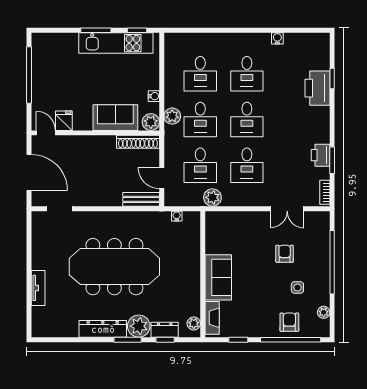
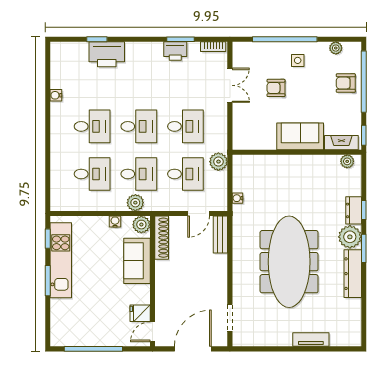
wall: (203, 274) -> (297, 152), moved
sofa: (218, 277) -> (300, 136), moved
side table: (297, 287) -> (298, 60), moved
fireplace: (212, 318) -> (341, 143), moved
plant: (194, 323) -> (347, 161), moved

